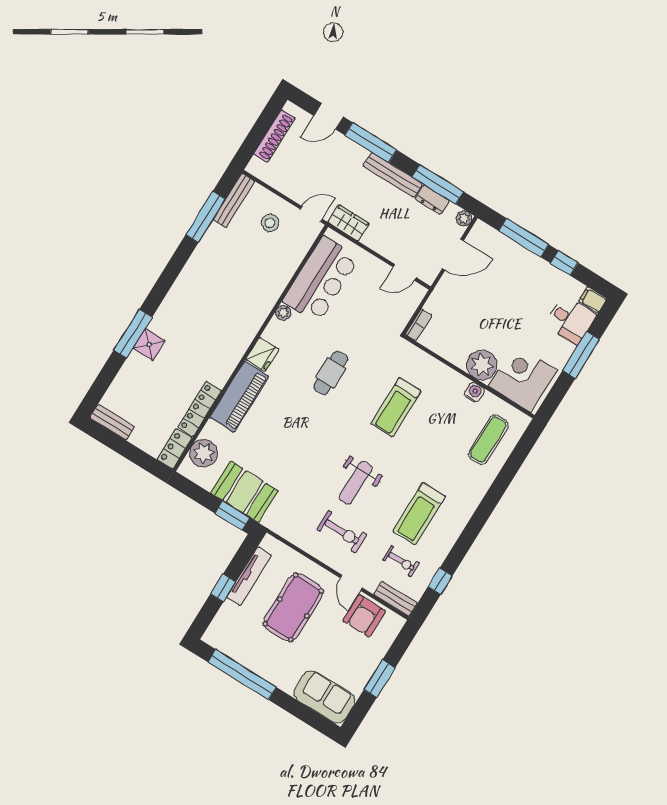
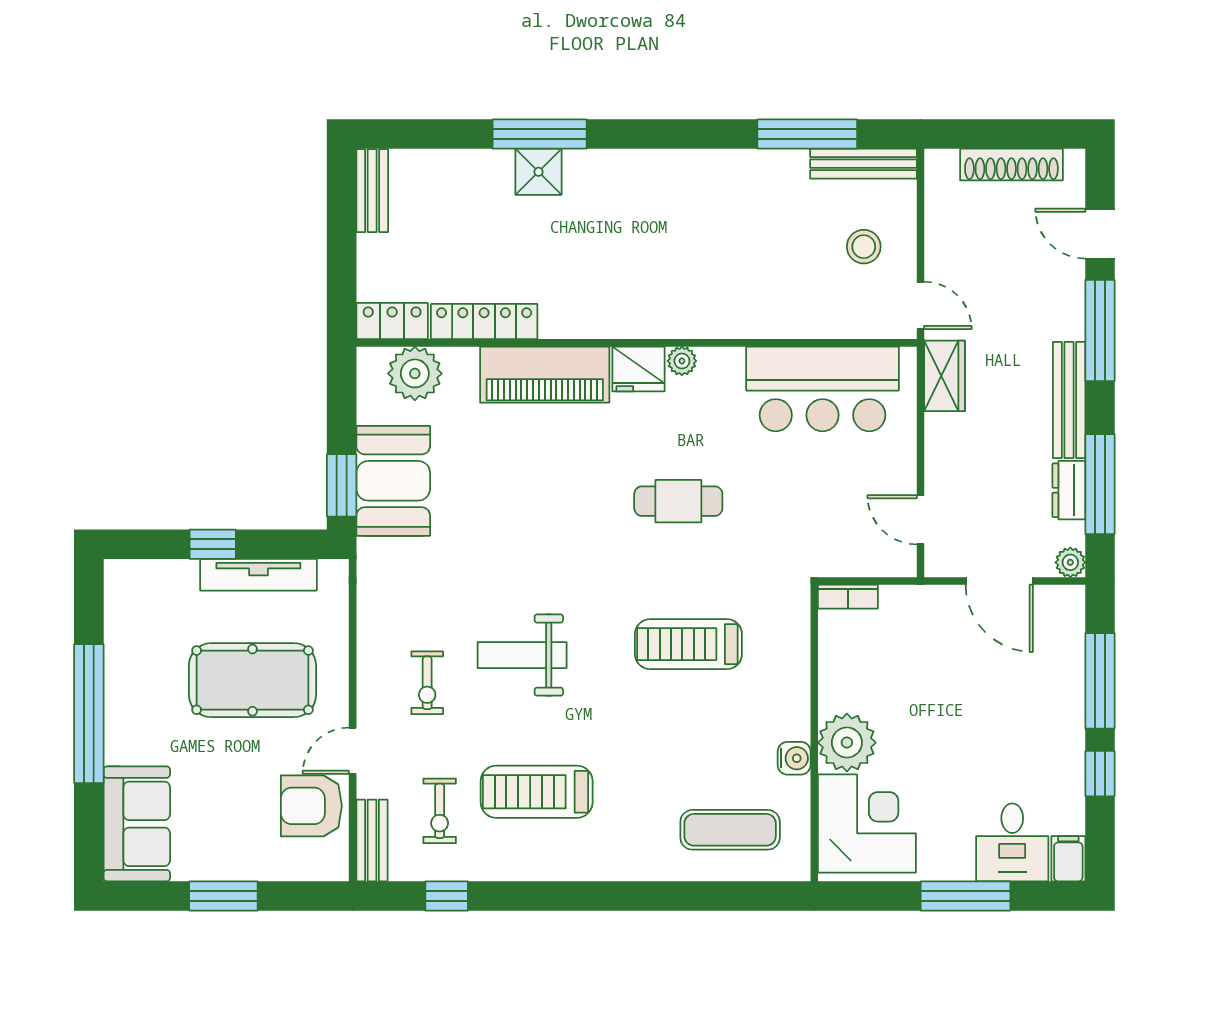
plant: (283, 313) -> (682, 361), moved
exercise bike: (342, 532) -> (427, 683), width x0.73, depth x0.72
window: (242, 675) -> (89, 714), moved

